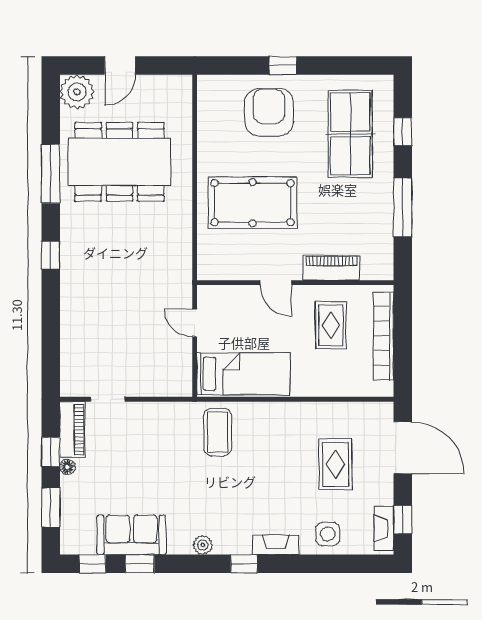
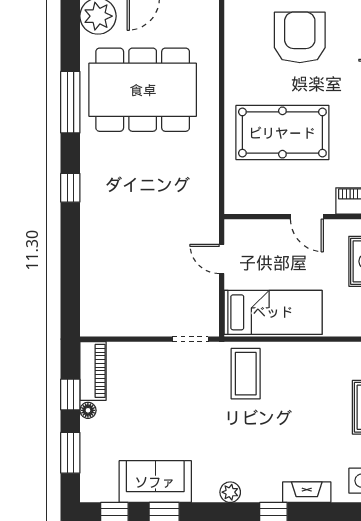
doorway: (108, 399) -> (190, 339), moved

